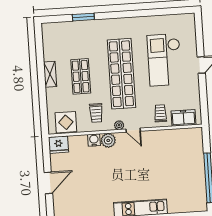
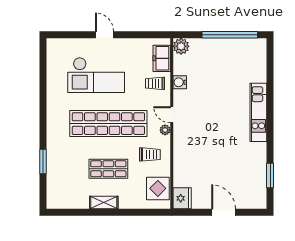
door: (133, 130) -> (172, 115), swing flipped
water cooler: (94, 140) -> (180, 82), moved
plant: (108, 140) -> (181, 46), moved

